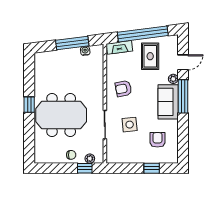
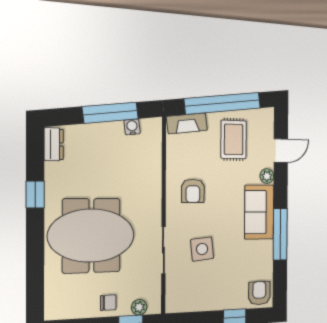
dresser: (39, 62) -> (54, 144), added
armchair: (123, 89) -> (193, 191), turned -79
window: (183, 96) -> (280, 234), moved
window: (29, 105) -> (35, 195), moved
armchair: (157, 140) -> (259, 293), moved

